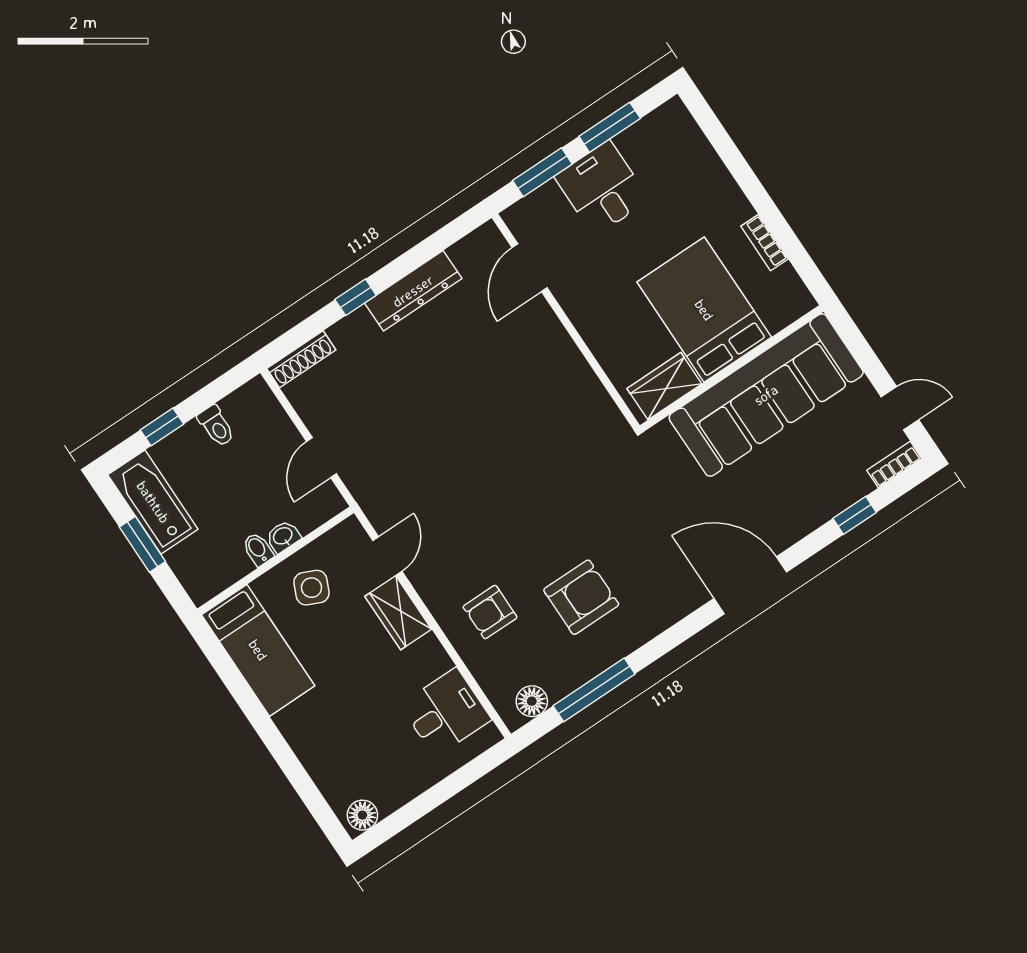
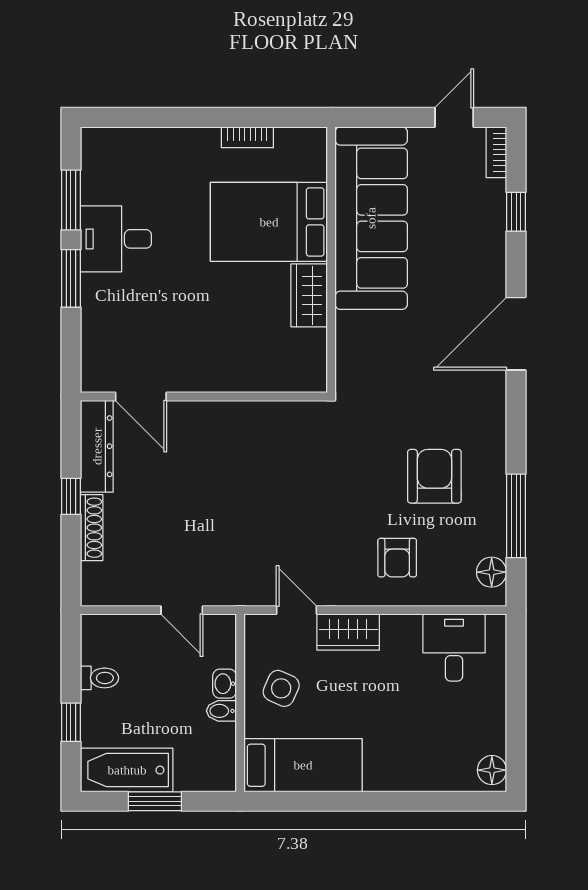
door: (530, 268) -> (141, 396), moved
wall: (566, 322) -> (204, 396), moved
shoe rack: (301, 359) -> (92, 528), moved

